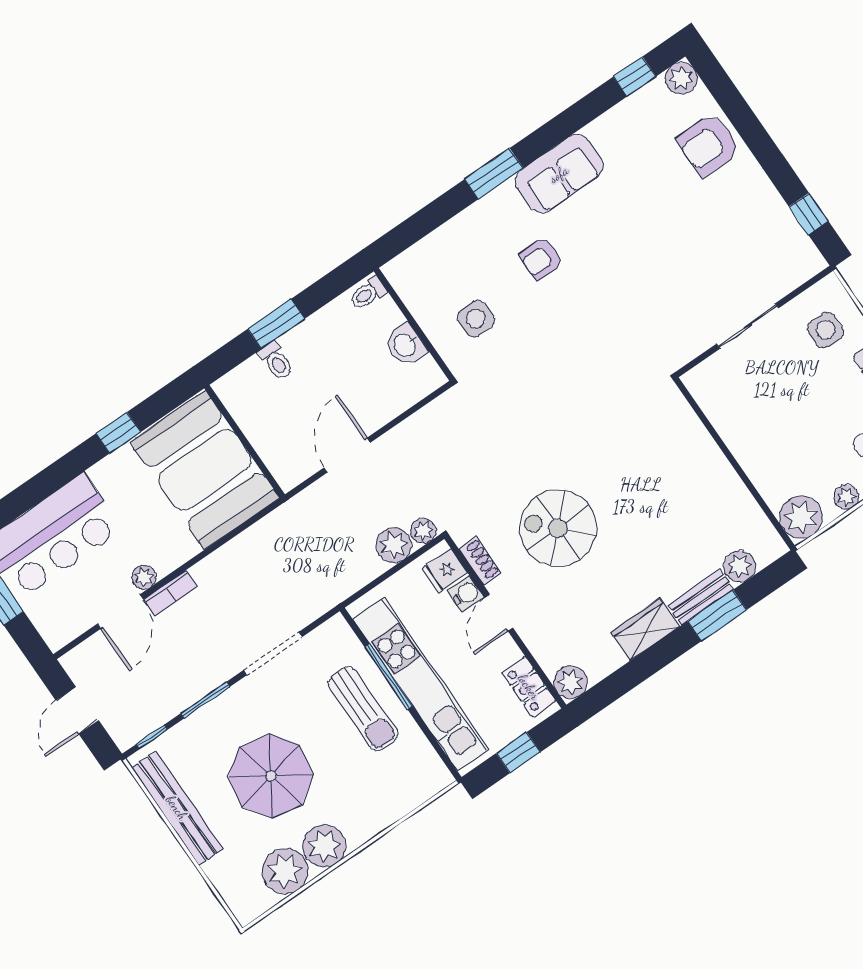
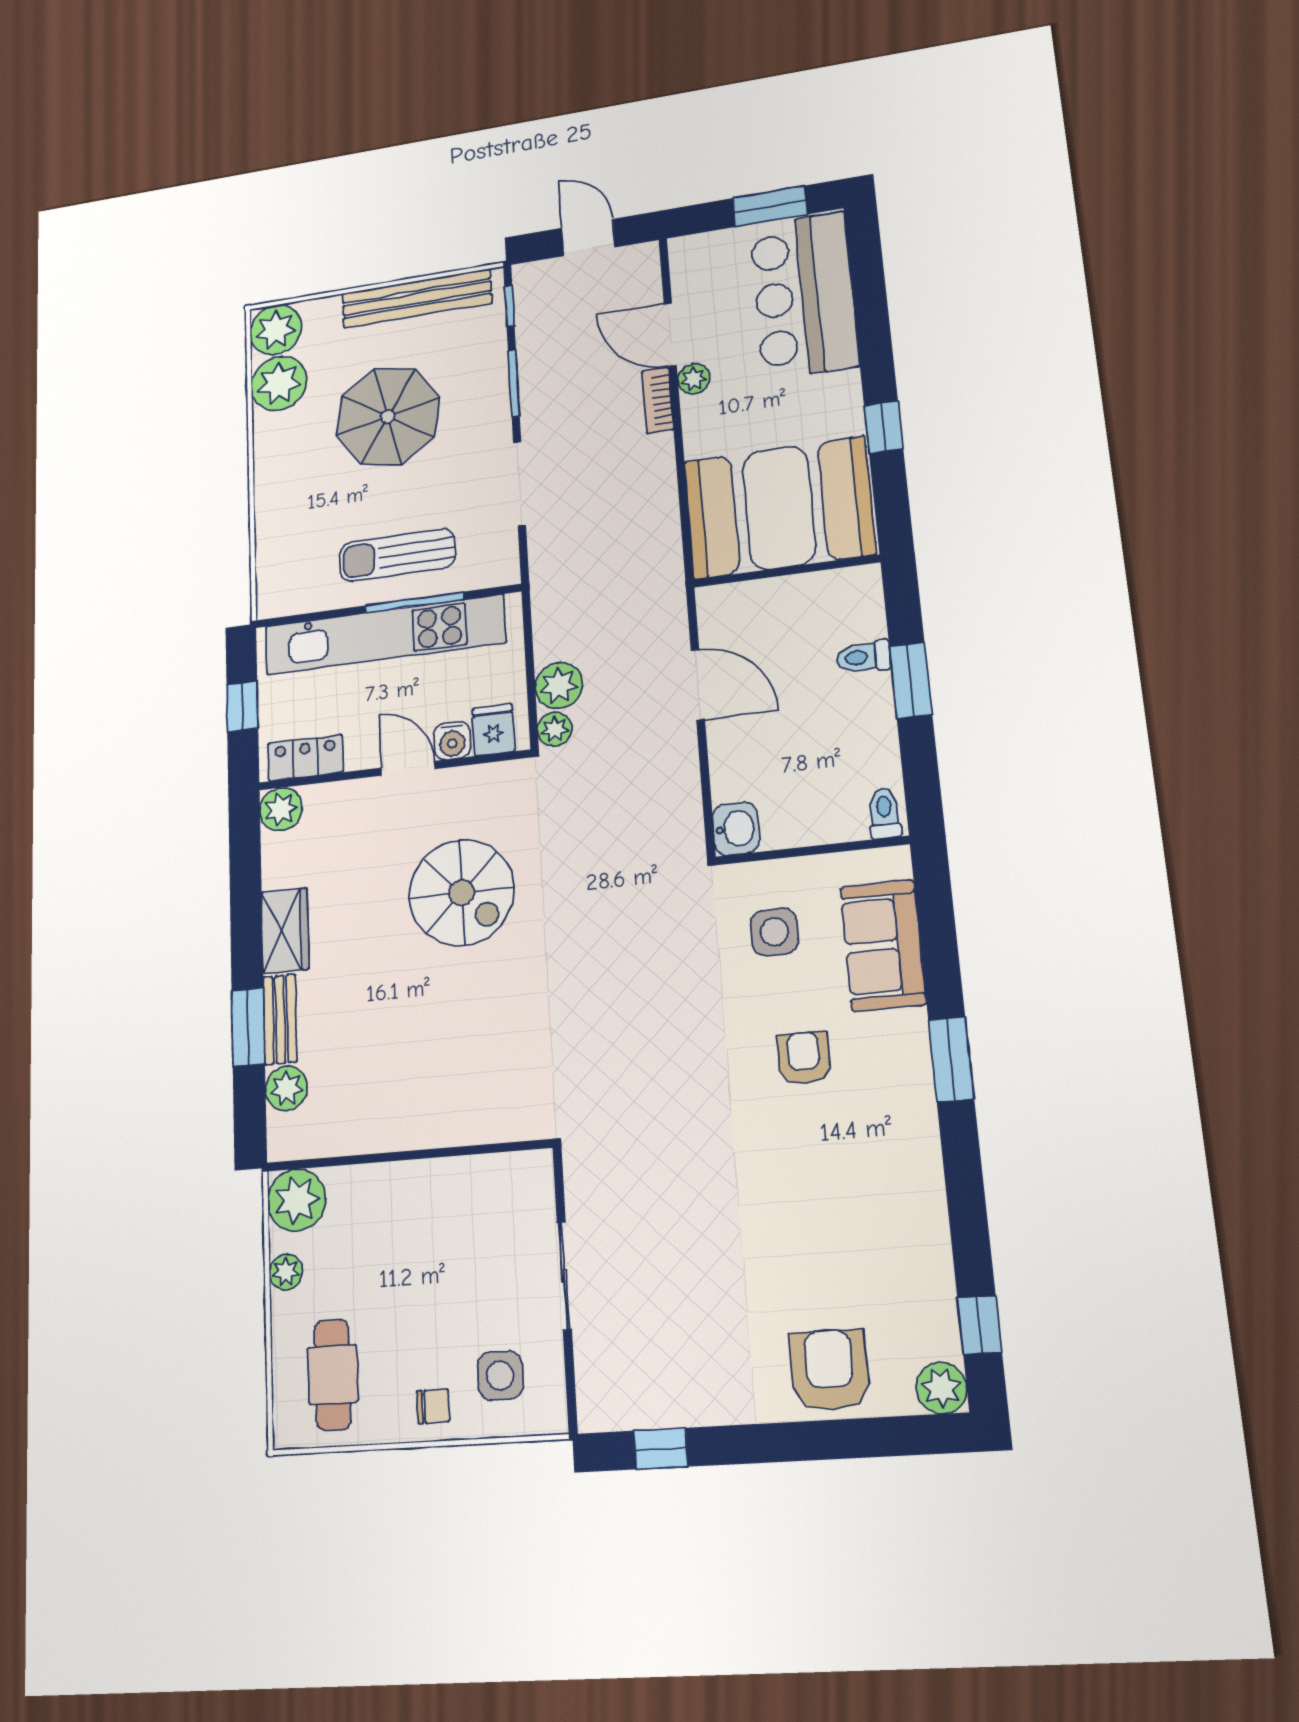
sofa: (559, 174) -> (883, 945), moved
washbasin: (405, 345) -> (736, 829), moved, turned 90
spiral stairs: (558, 528) -> (462, 892), turned 90
shoe rack: (480, 561) -> (480, 778), removed
plant: (324, 846) -> (276, 330), moved

